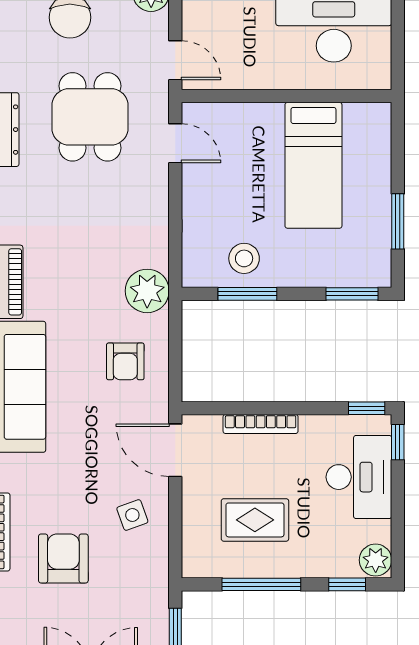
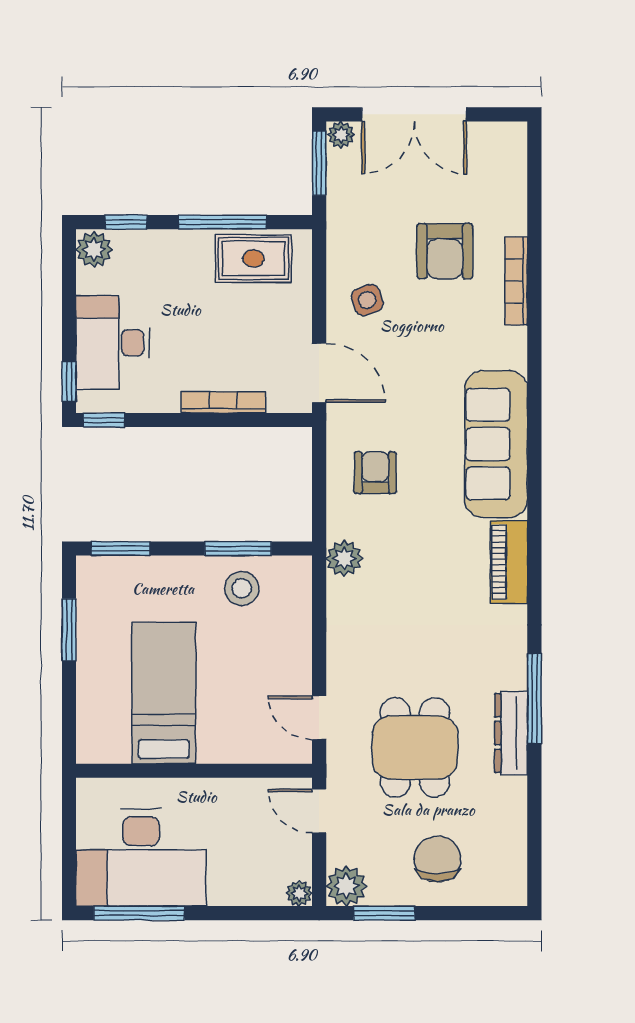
plant: (147, 291) -> (344, 558), width x0.73, depth x0.73
rug: (255, 520) -> (253, 258), moved

